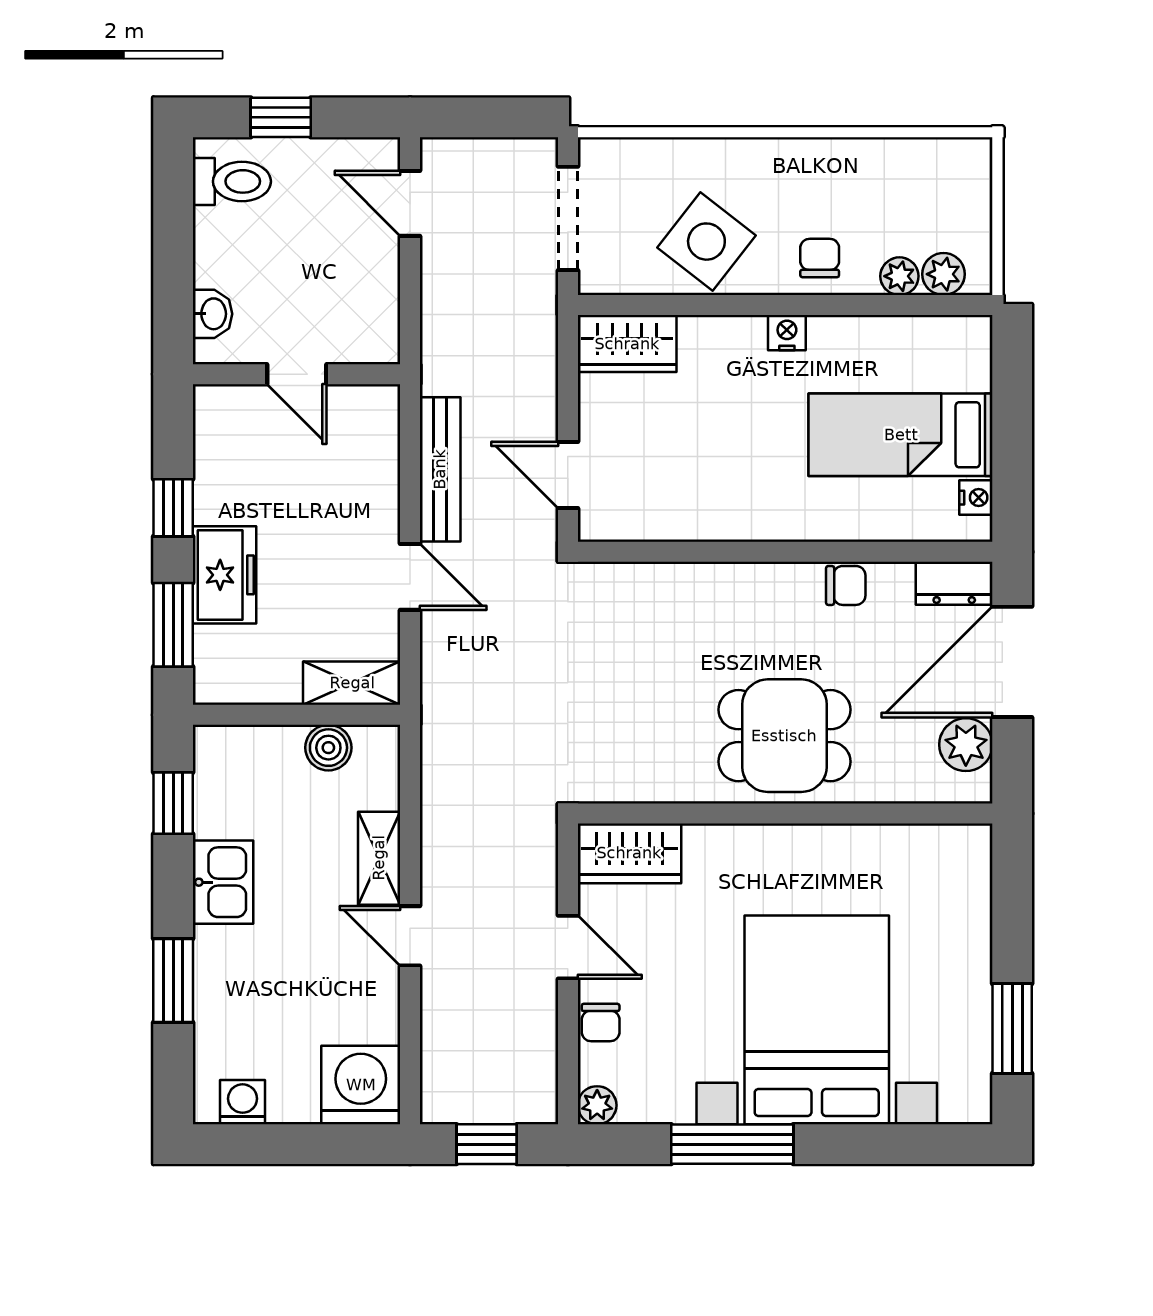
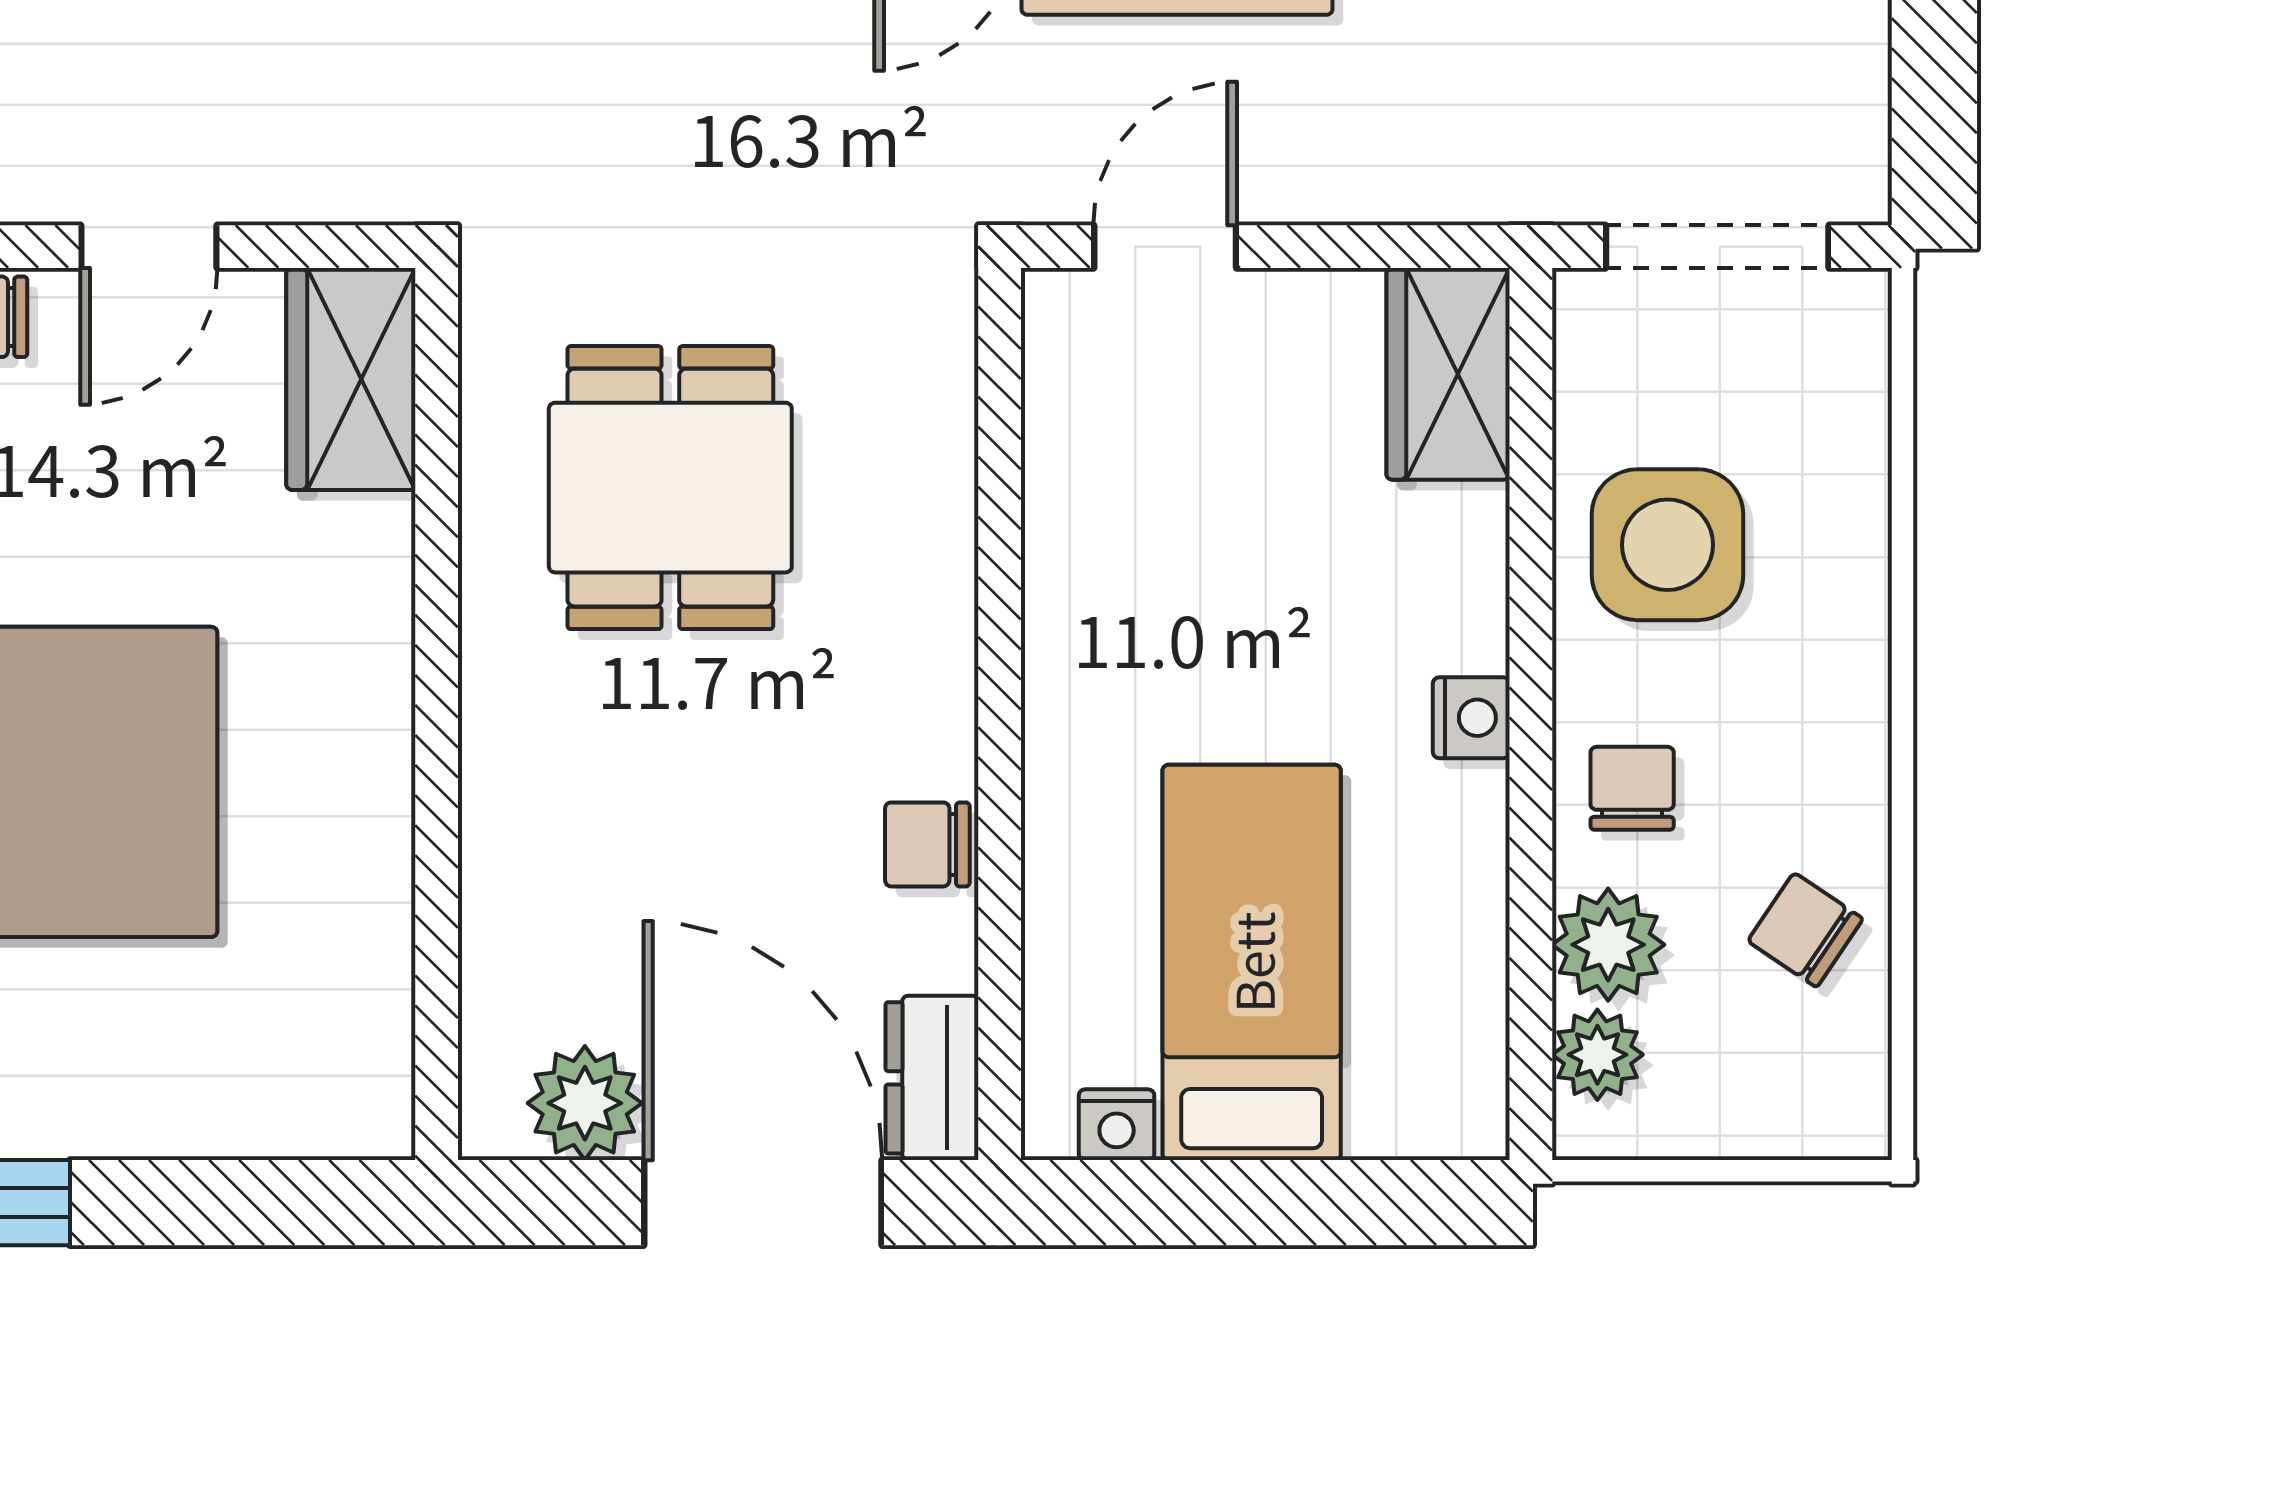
chair: (885, 177) -> (1805, 930), added
side table: (706, 242) -> (1668, 545), turned -38
chair: (820, 258) -> (1632, 788), turned -90
plant: (899, 276) -> (1608, 945), width x1.38, depth x1.38
chair: (846, 585) -> (927, 844), turned 90
dining table: (784, 736) -> (670, 488), moved

